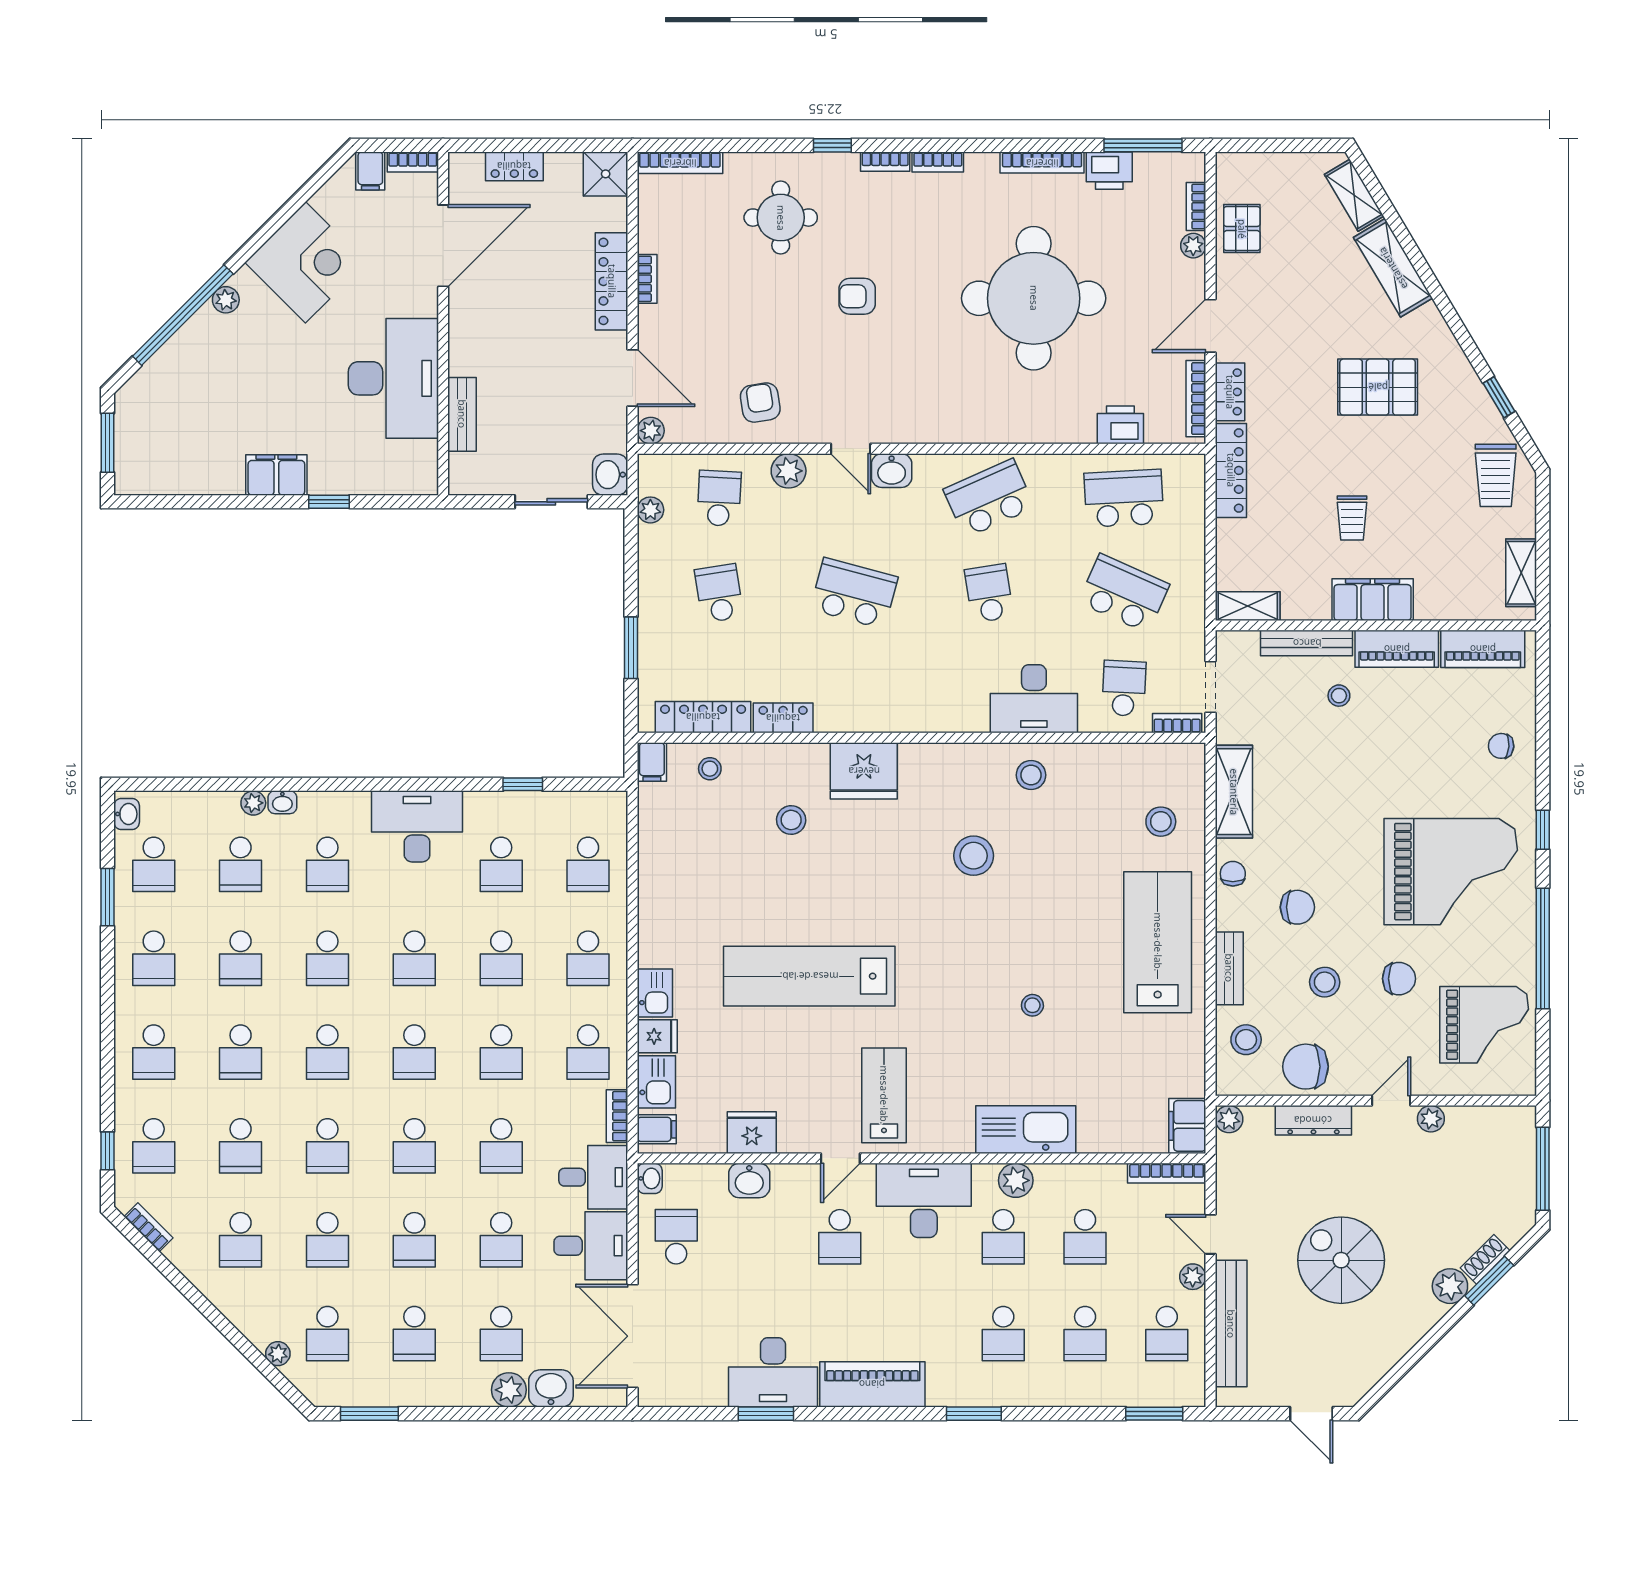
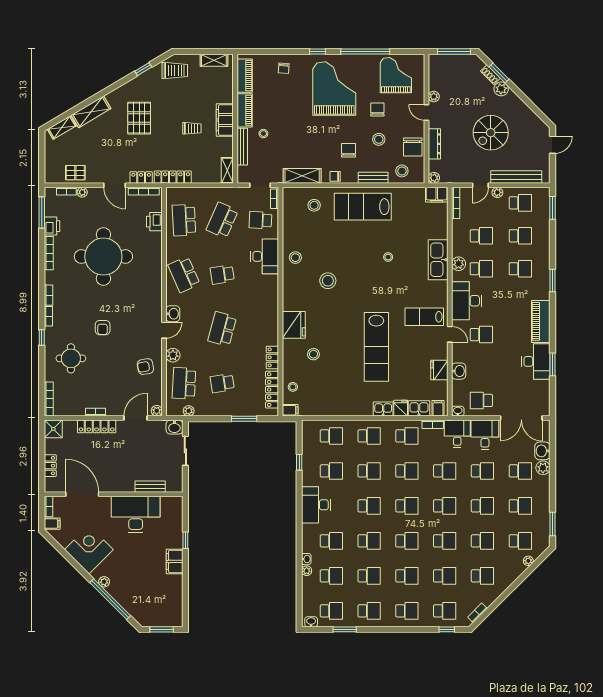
school desk: (719, 498) -> (184, 383), width x1.85

